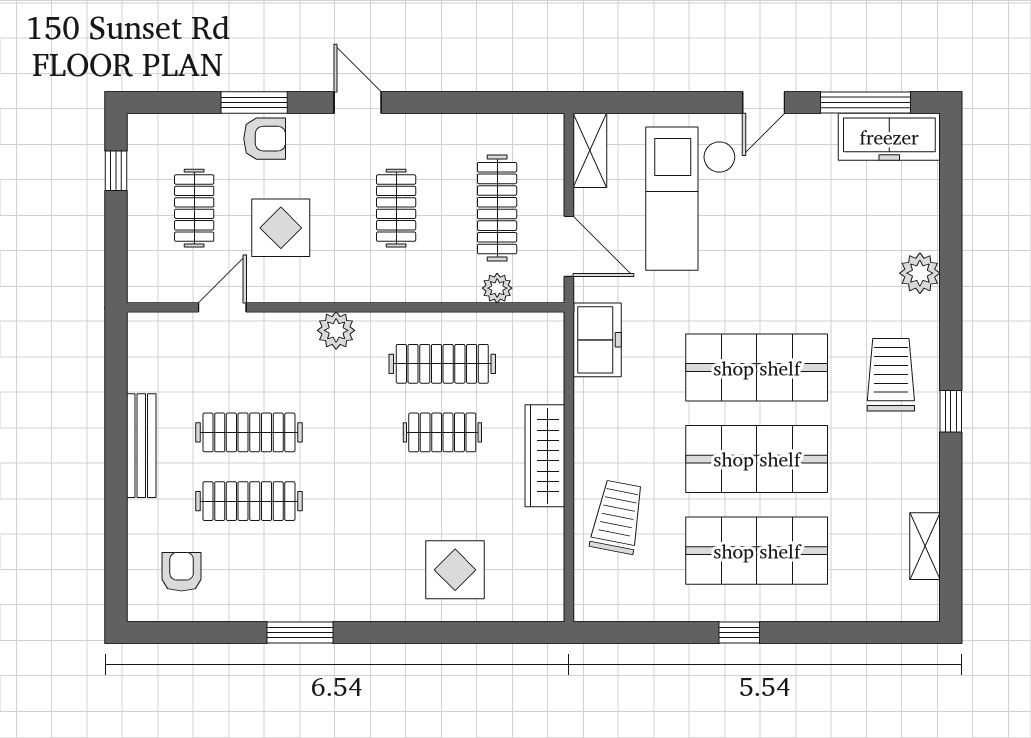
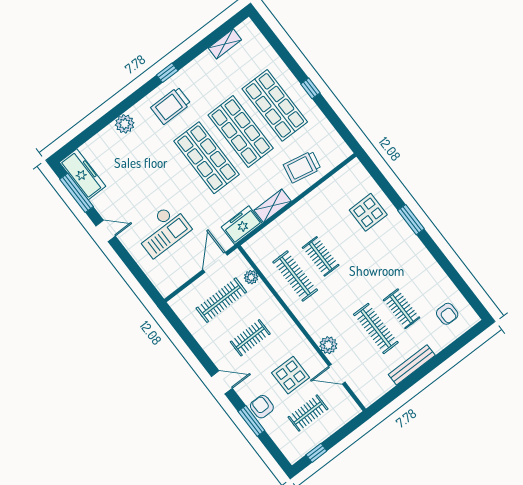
door: (358, 103) -> (222, 382), swing flipped
shelving: (590, 150) -> (273, 206), moved
checkout: (691, 199) -> (162, 231), width x0.73, depth x0.83
plant: (336, 330) -> (328, 345), moved
wardrobe: (545, 456) -> (300, 211), removed
clothes rail: (249, 501) -> (402, 309), width x0.73
armchair: (182, 572) -> (447, 314), turned -90
window: (300, 633) -> (411, 220), moved

